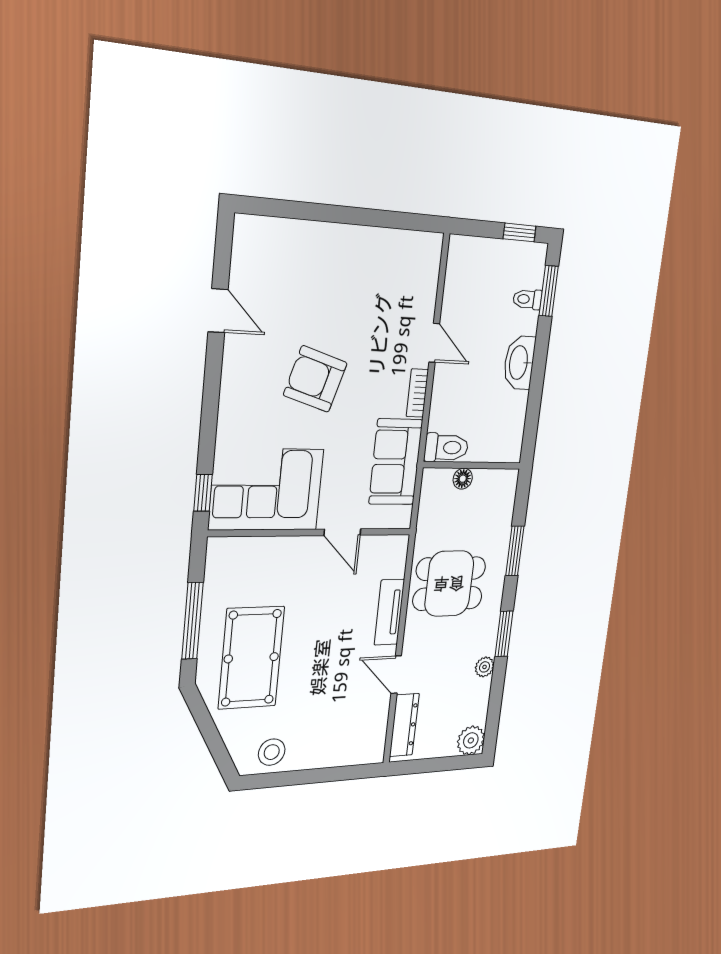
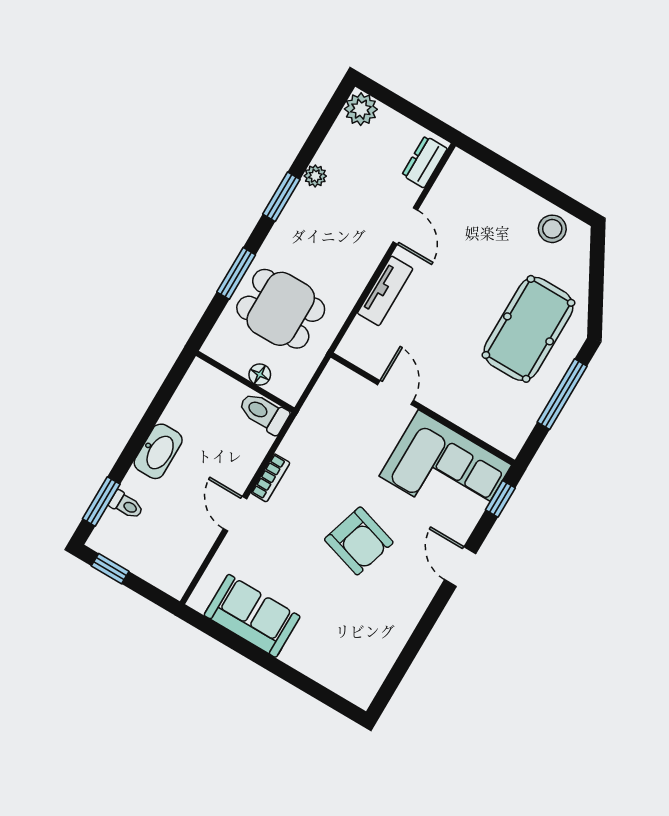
door: (218, 311) -> (460, 567), moved
sofa: (396, 462) -> (252, 616), moved, turned -90
dining table: (449, 584) -> (281, 309), moved
dresser: (404, 725) -> (425, 162), width x0.70

